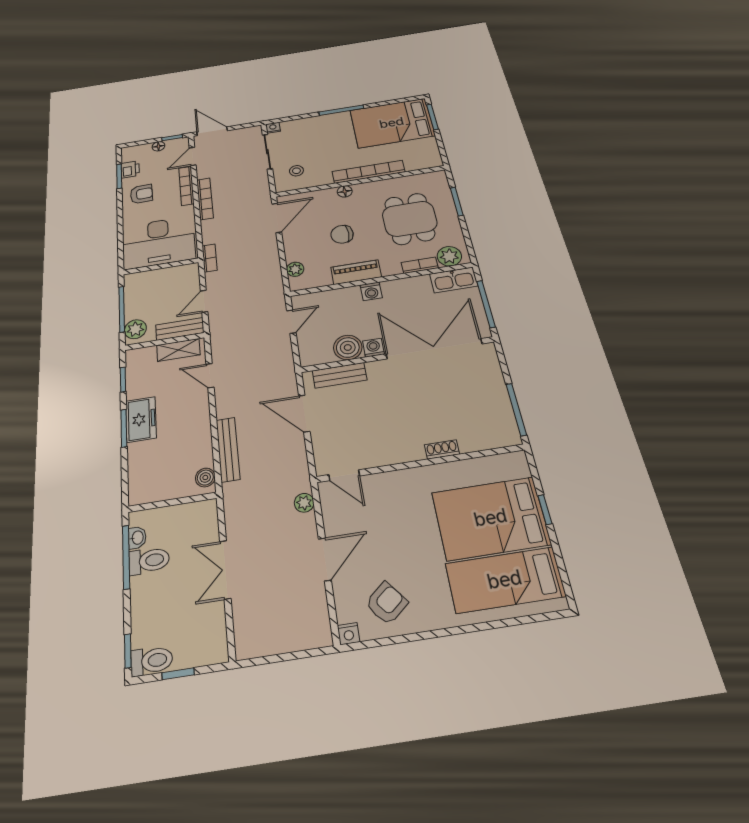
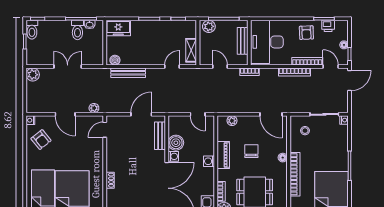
bench: (180, 329) -> (243, 41), moved
freezer: (141, 419) -> (118, 28), moved
plant: (249, 644) -> (33, 75), added

